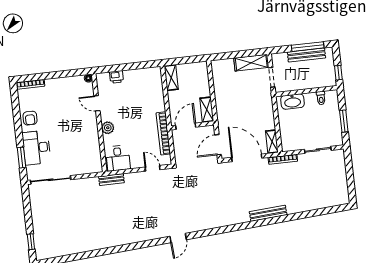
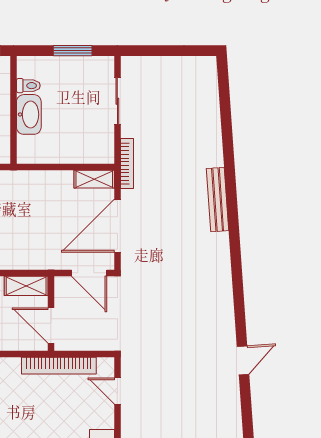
washbasin: (293, 102) -> (29, 114), moved
door: (153, 168) -> (117, 391), hinge flipped
door: (178, 238) -> (243, 360), hinge flipped

